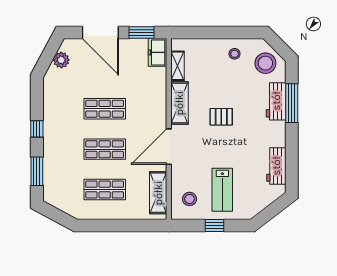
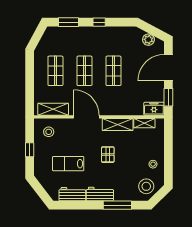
workbench: (276, 101) -> (100, 194), moved
lab bench: (222, 190) -> (68, 164), moved

